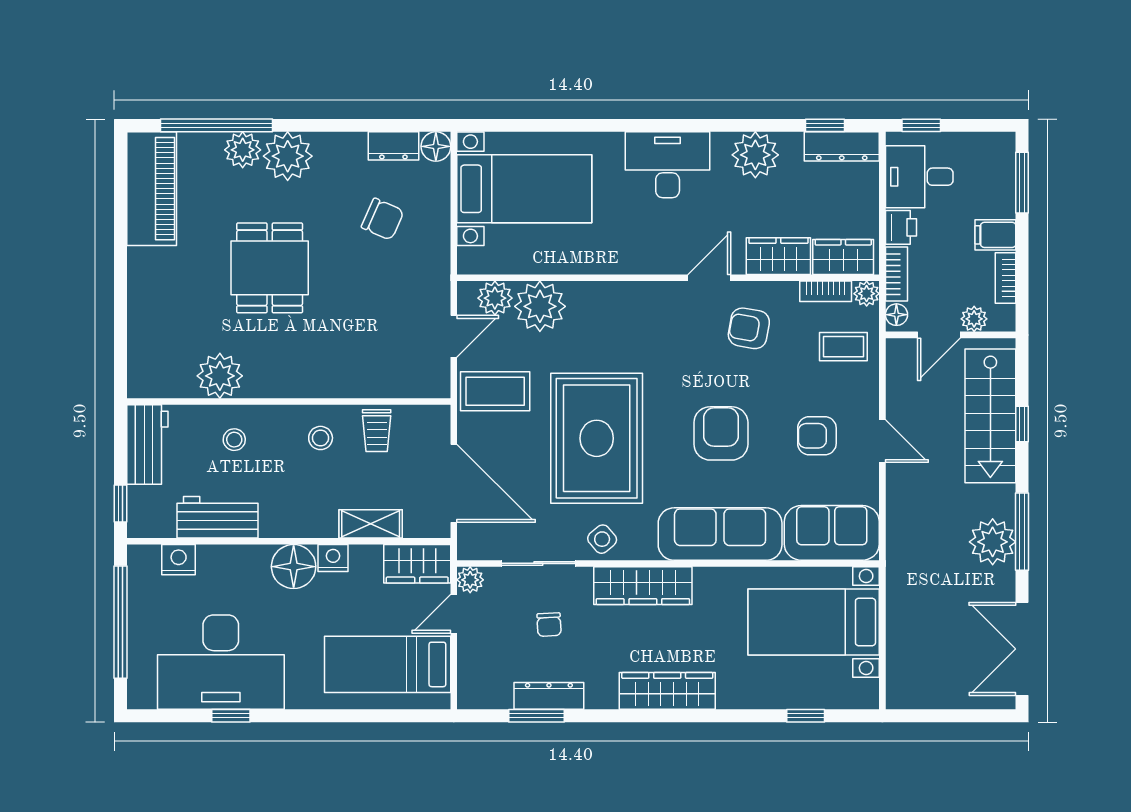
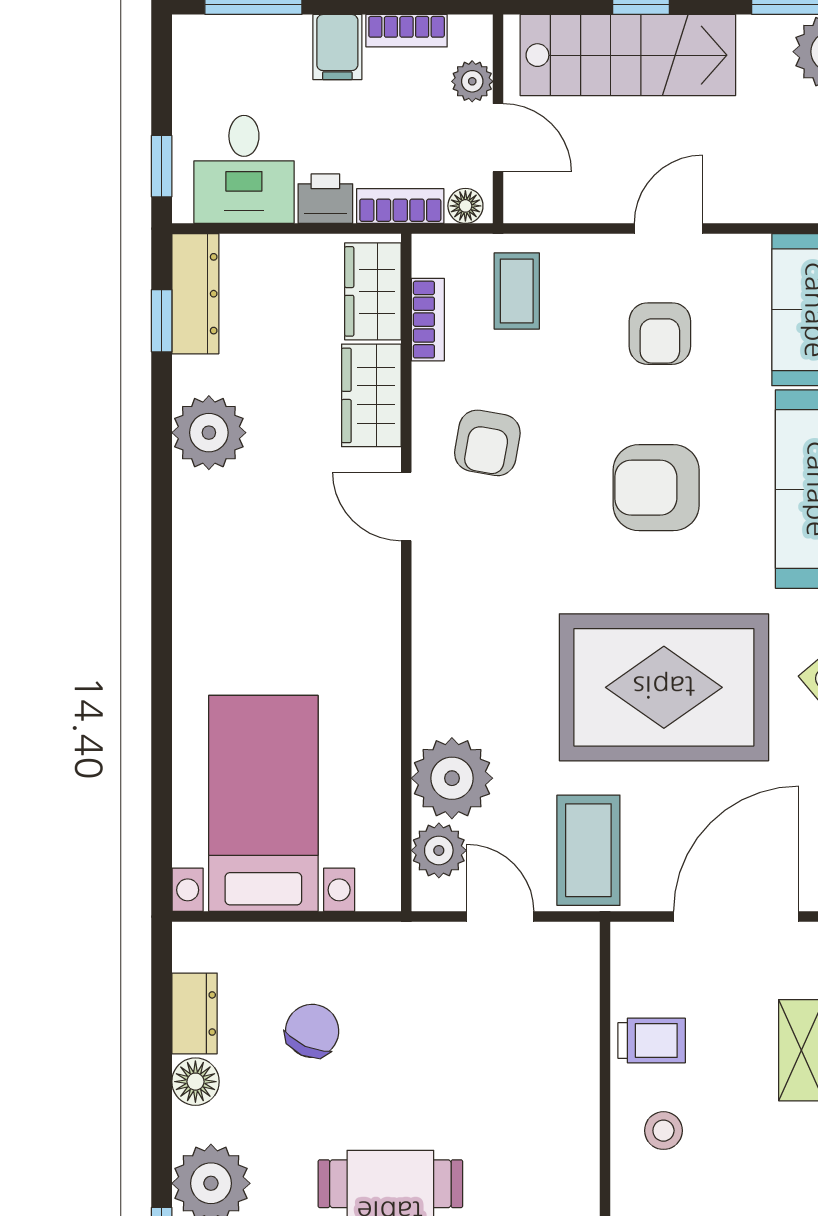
floor lamp: (436, 146) -> (195, 1082), moved
desk: (668, 165) -> (225, 573), removed
plant: (867, 294) -> (432, 254), removed

